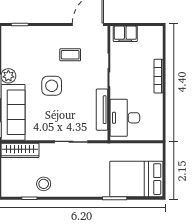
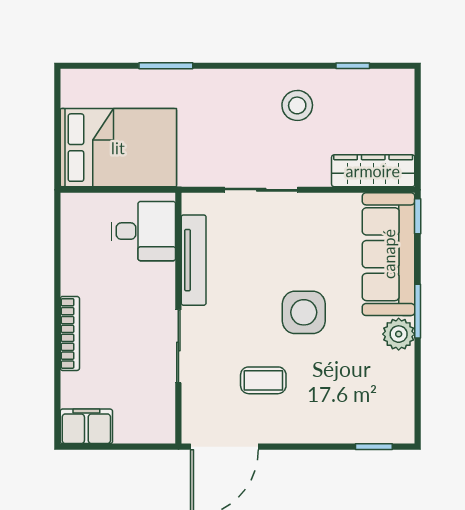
filing cabinet: (125, 34) -> (86, 426), moved
desk: (125, 118) -> (143, 231), width x0.73
bed: (136, 179) -> (118, 148), moved
stool: (44, 184) -> (297, 105), moved

